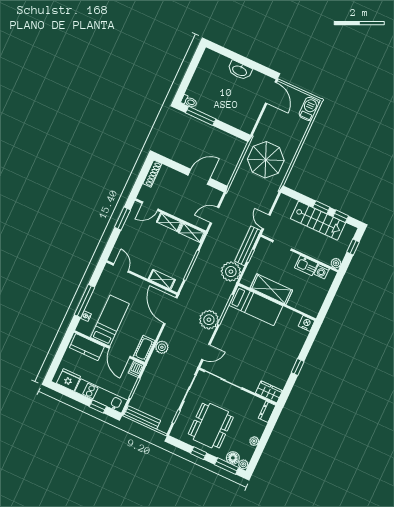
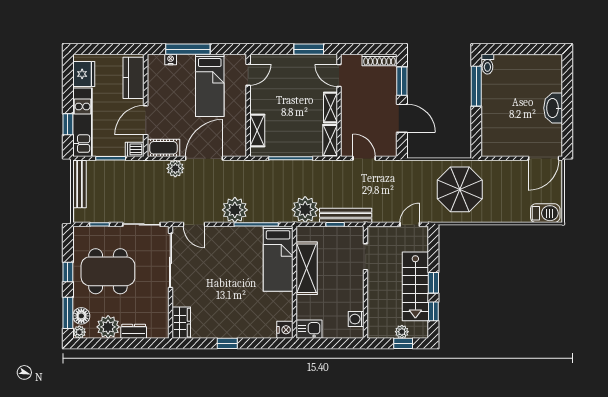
window: (174, 165) -> (402, 81), added
door: (266, 222) -> (410, 224), moved
plant: (336, 263) -> (402, 332), moved
kitchen sink: (306, 265) -> (309, 329), moved, turned 90
door: (170, 311) -> (204, 158), moved
bed: (110, 321) -> (210, 85), moved, turned 90
dresser: (267, 412) -> (134, 331), moved
plant: (254, 441) -> (108, 327), width x1.88, depth x1.88

